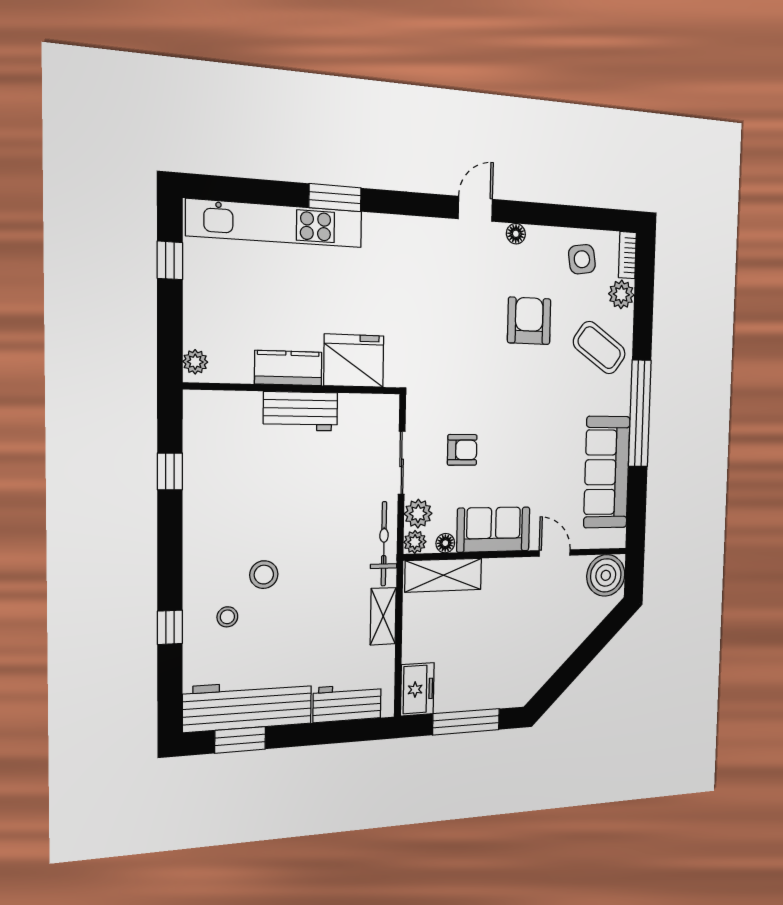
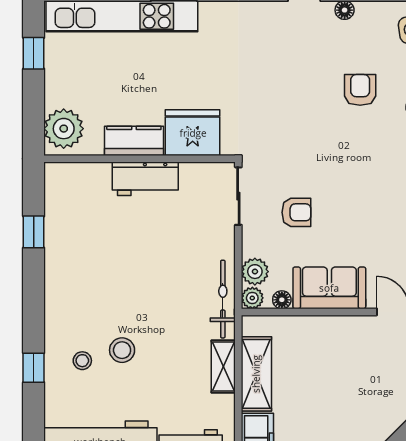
armchair: (529, 321) -> (360, 90), width x0.72, depth x0.72
plant: (195, 362) -> (64, 129), width x1.87, depth x1.87
sliding door: (402, 463) -> (238, 196), moved
stool: (264, 575) -> (122, 350), moved
shelving: (443, 575) -> (256, 374), moved, turned 90

